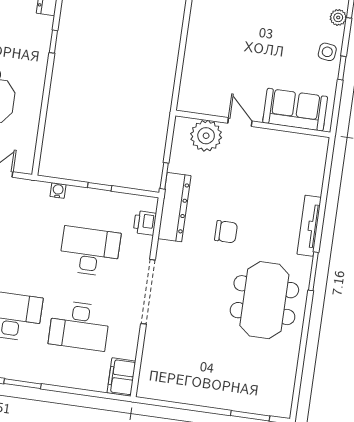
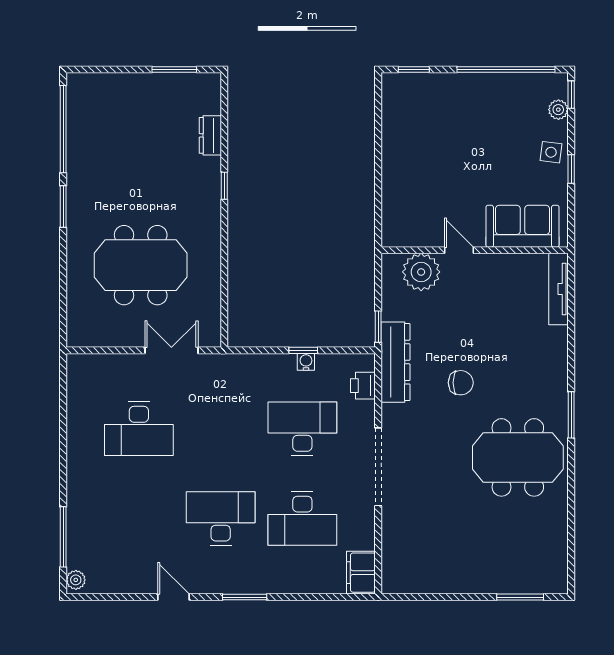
water cooler: (58, 191) -> (306, 362), moved
tv unit: (309, 226) -> (558, 289), moved
meeting table: (264, 300) -> (518, 457), turned 90

